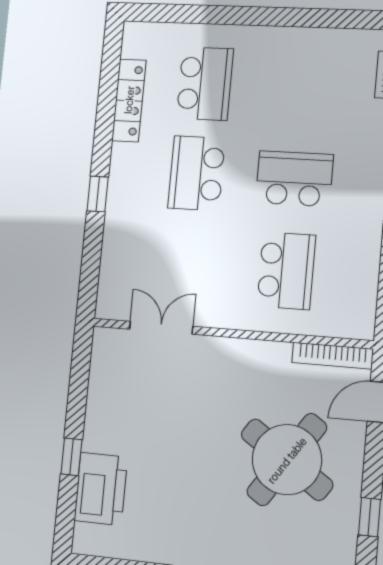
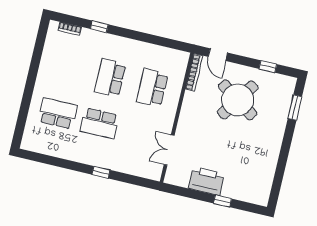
locker: (129, 100) -> (59, 151), removed
school desk: (286, 271) -> (152, 88), turned -90
printer: (101, 489) -> (206, 181), moved

